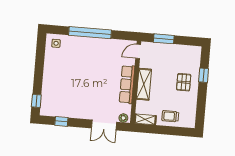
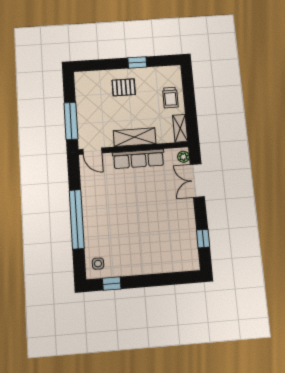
window: (164, 39) -> (71, 121), width x1.44
window: (204, 75) -> (137, 62), moved
window: (36, 101) -> (112, 284), moved
double door: (104, 125) -> (197, 181), swing flipped

